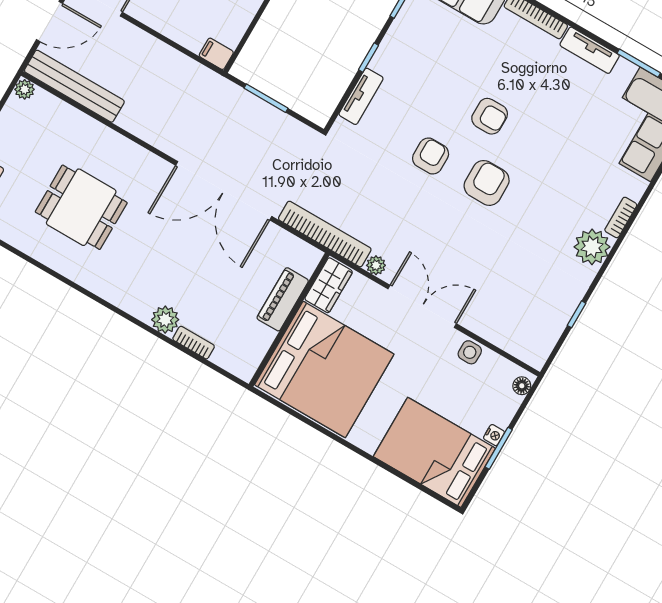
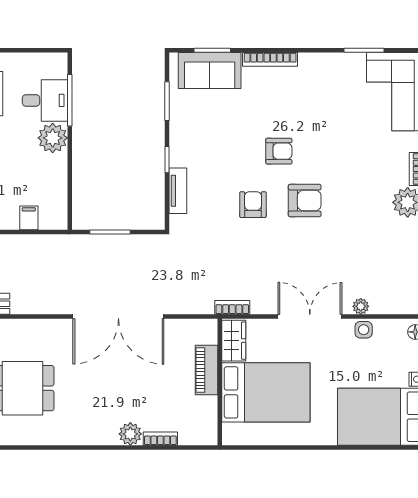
tv unit: (590, 50) -> (323, 62), removed
filing cabinet: (216, 54) -> (29, 218), moved, turned 90
armchair: (487, 183) -> (305, 201), turned 90
bookcase: (325, 234) -> (232, 307), width x0.43, depth x0.76
plant: (376, 265) -> (361, 306), moved
bed: (324, 369) -> (266, 392), width x0.73

